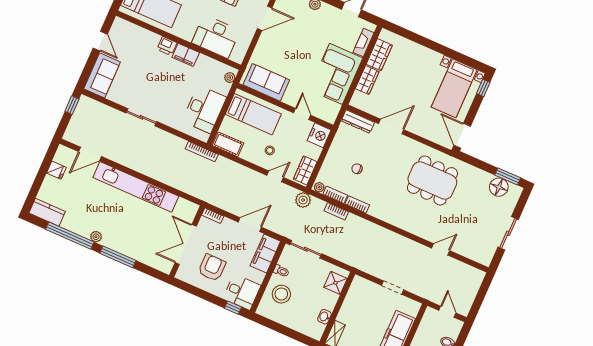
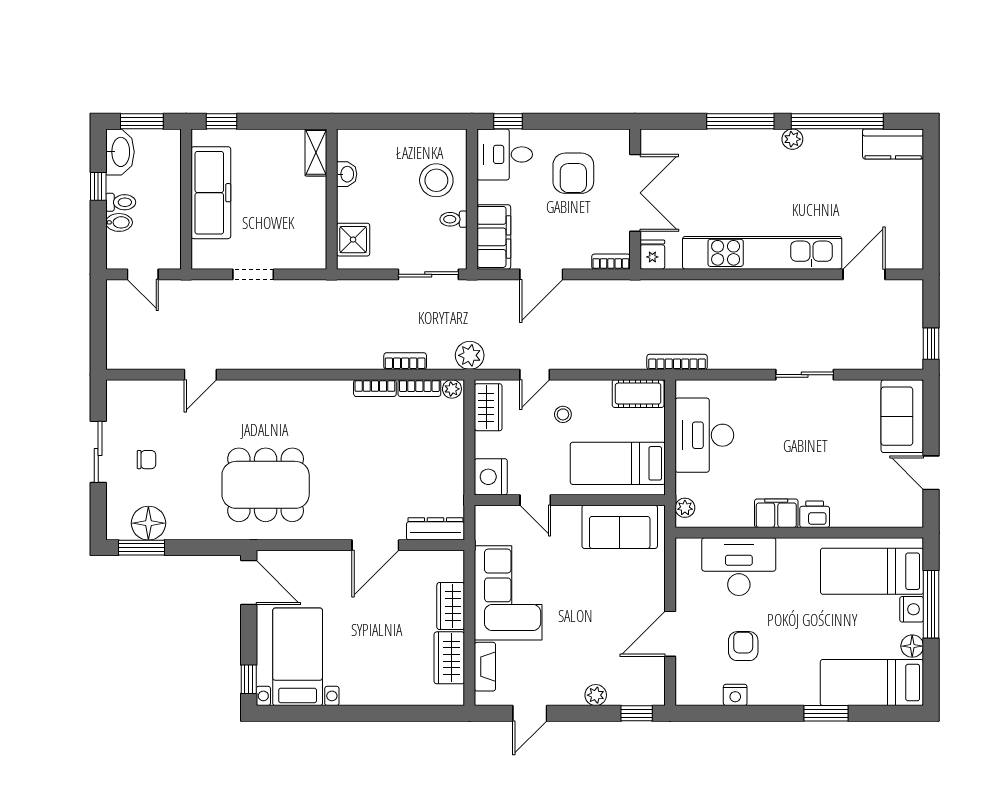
chair: (357, 169) -> (146, 460), moved
fridge: (56, 170) -> (652, 255), moved, turned 90

